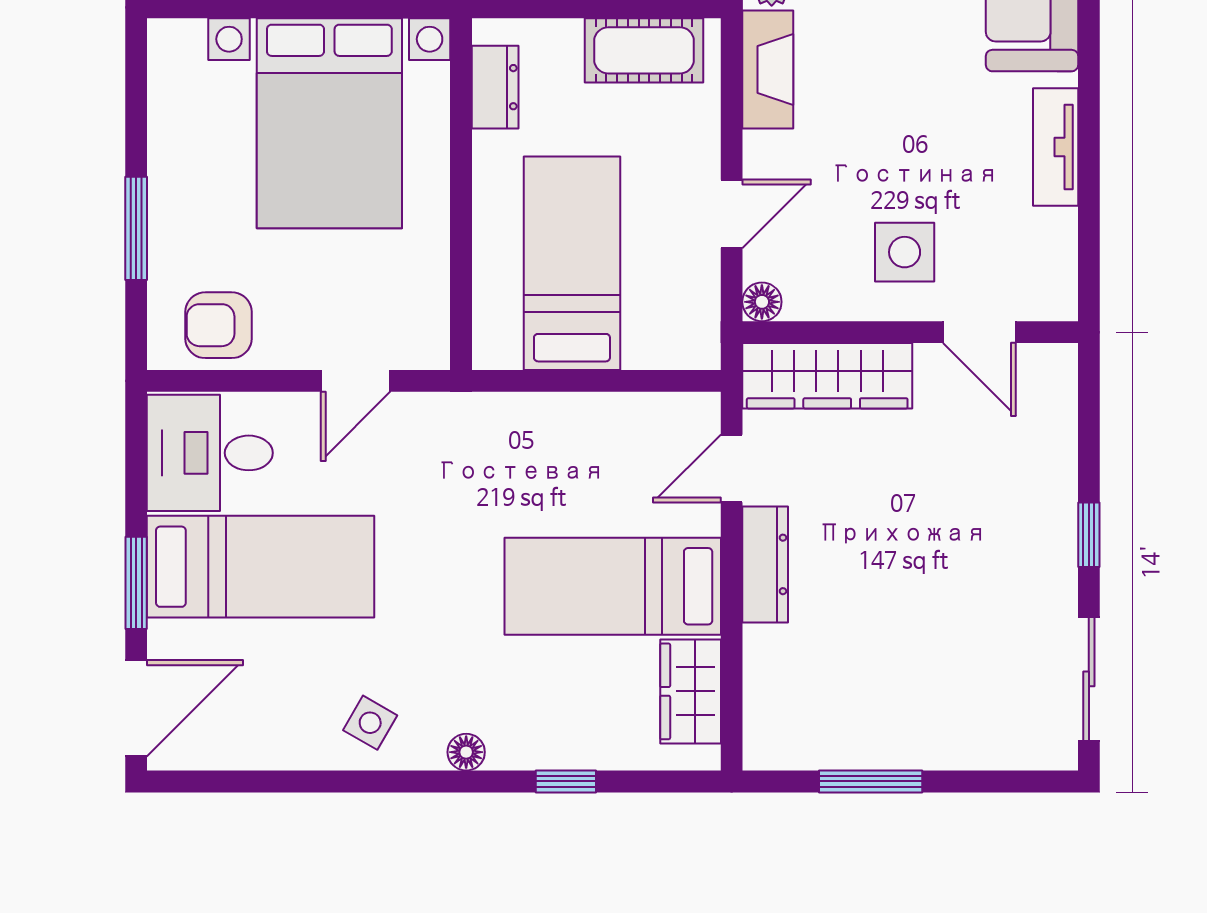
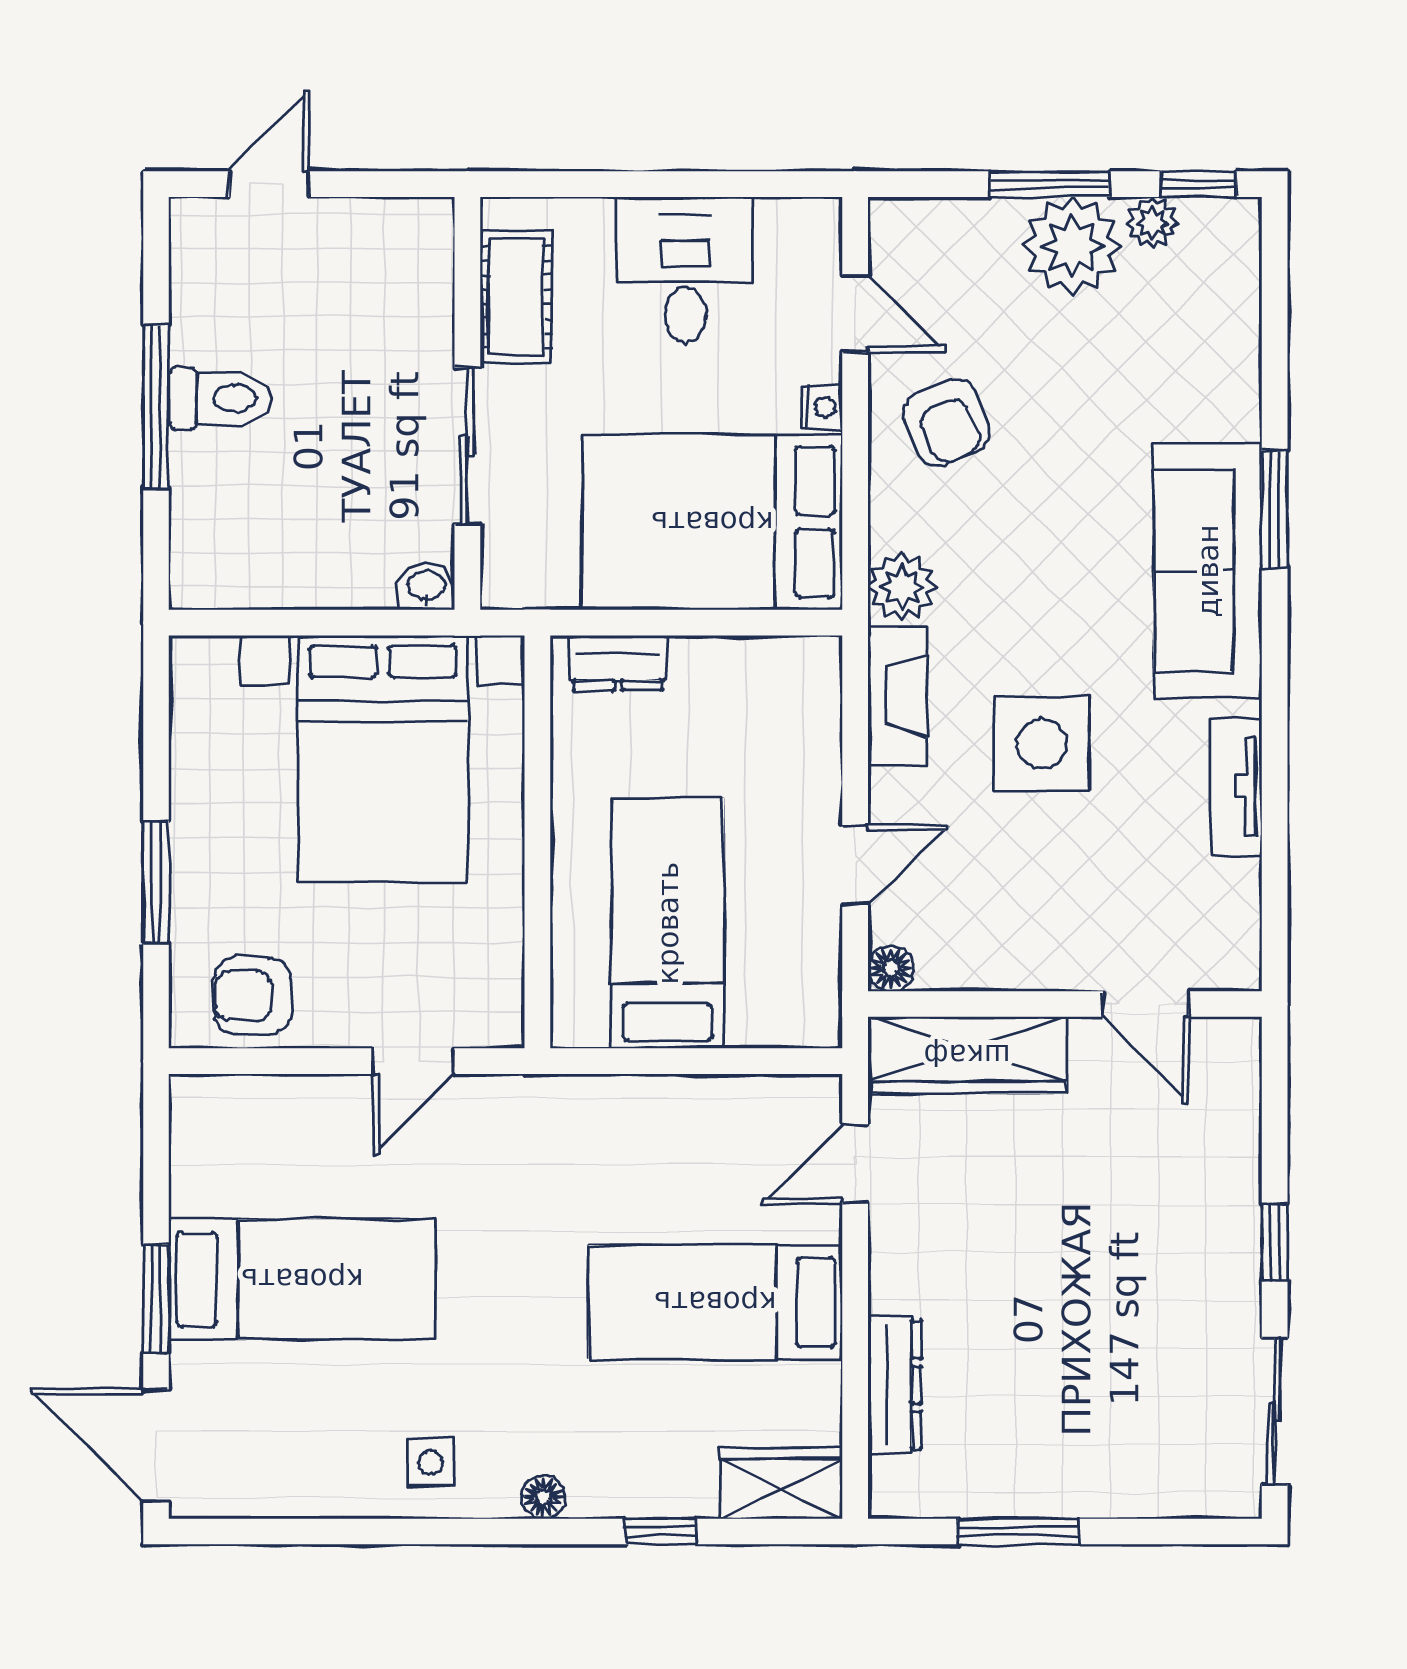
cot: (644, 50) -> (752, 673), removed
dresser: (495, 87) -> (618, 663), moved, turned 90
side table: (905, 252) -> (1042, 744), moved, width x1.37, depth x1.37
desk: (210, 453) -> (243, 1146), removed
dresser: (765, 564) -> (895, 1385), moved
wardrobe: (691, 691) -> (781, 1483), moved, turned 90
door: (136, 708) -> (156, 1446), swing flipped
side table: (370, 723) -> (431, 1462), turned -30

